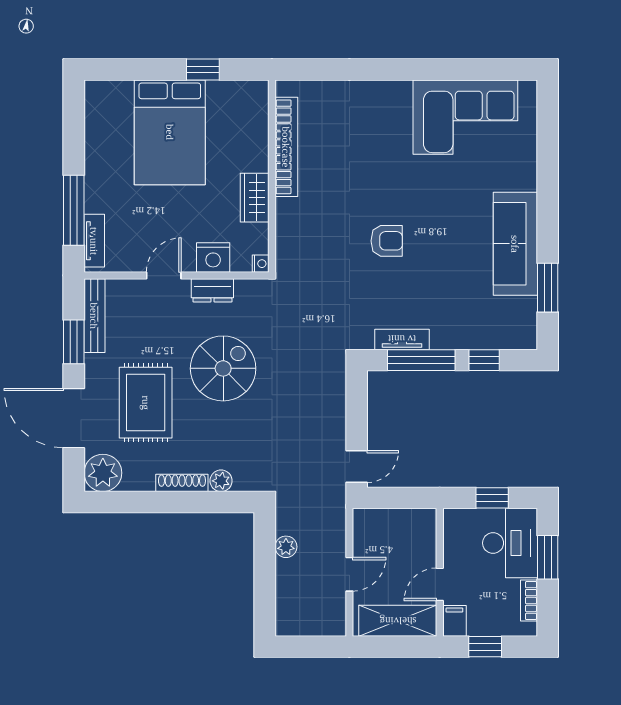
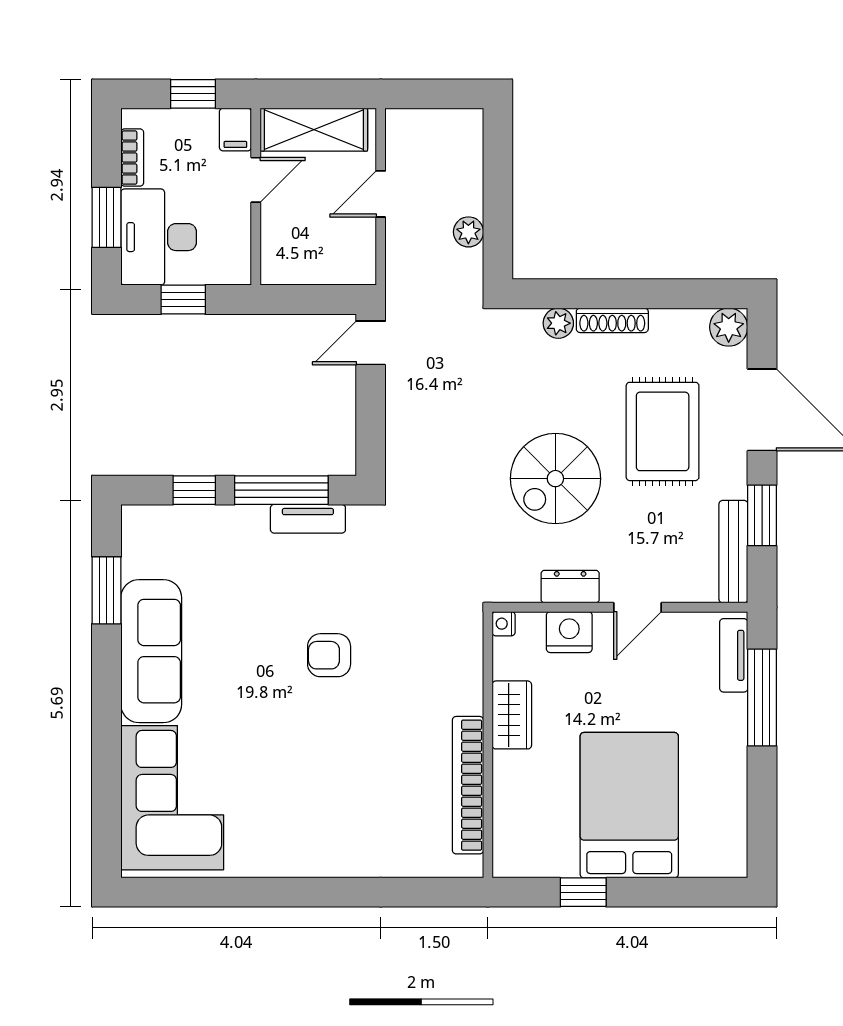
corner sofa: (465, 117) -> (172, 798), moved, turned 90
plant: (103, 473) -> (729, 327), width x0.73, depth x0.73

